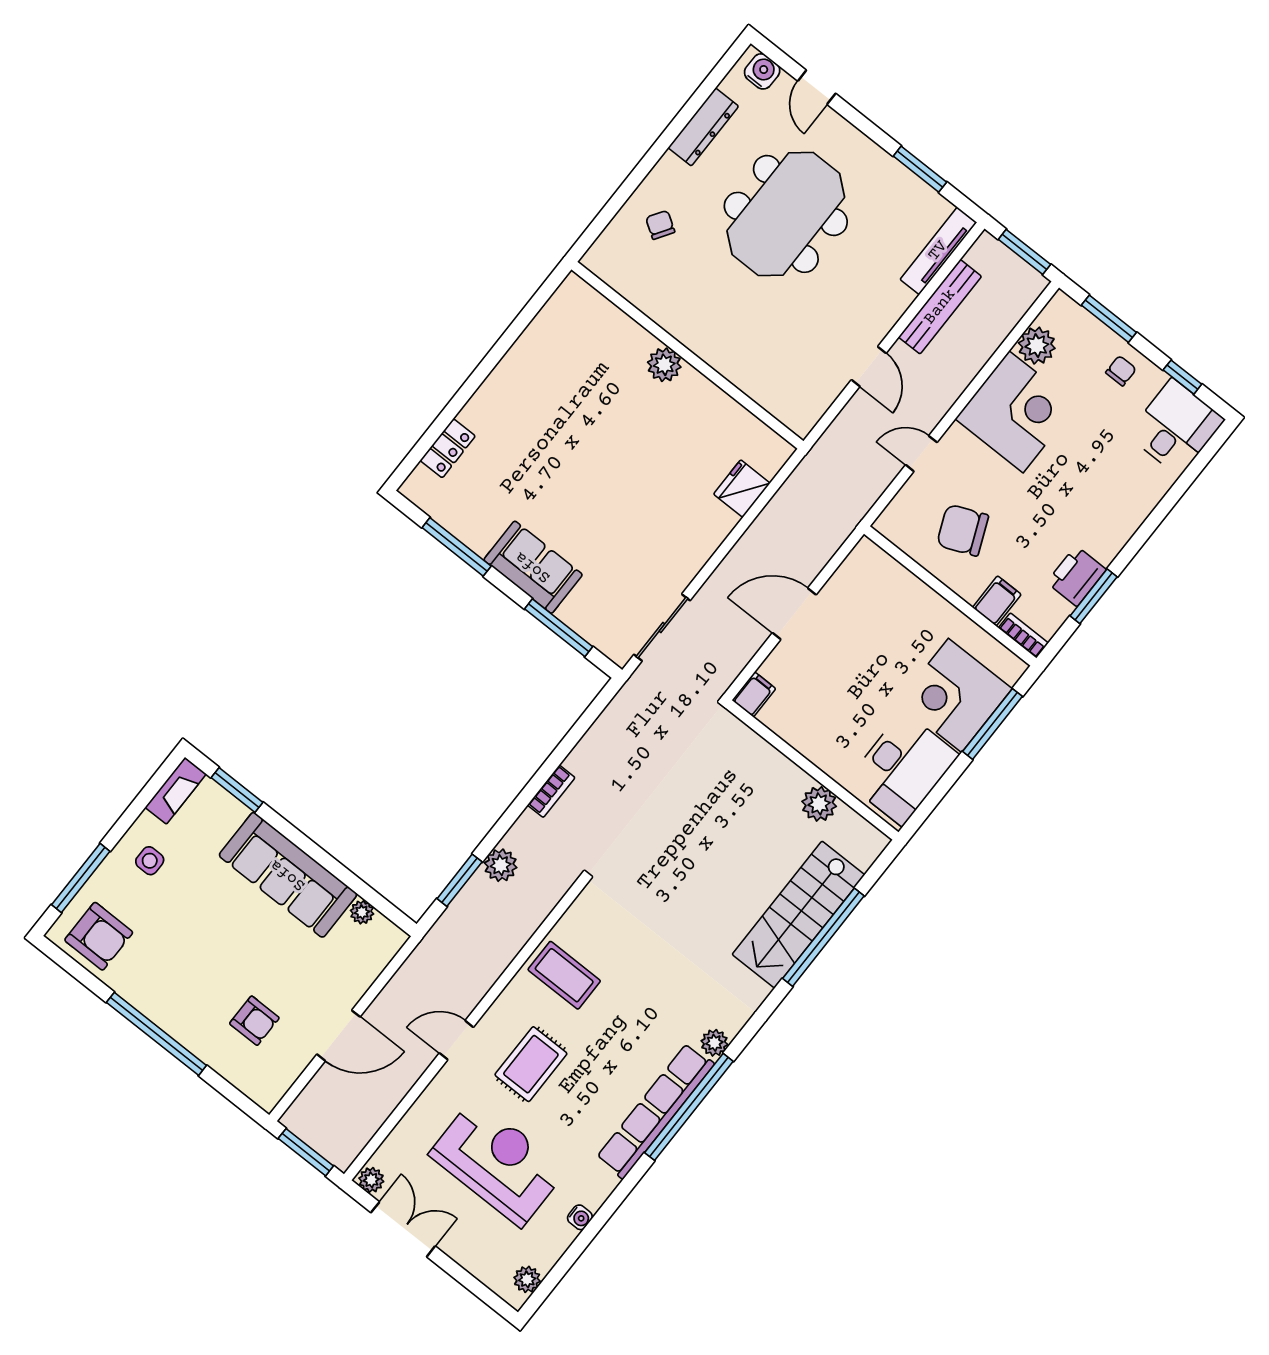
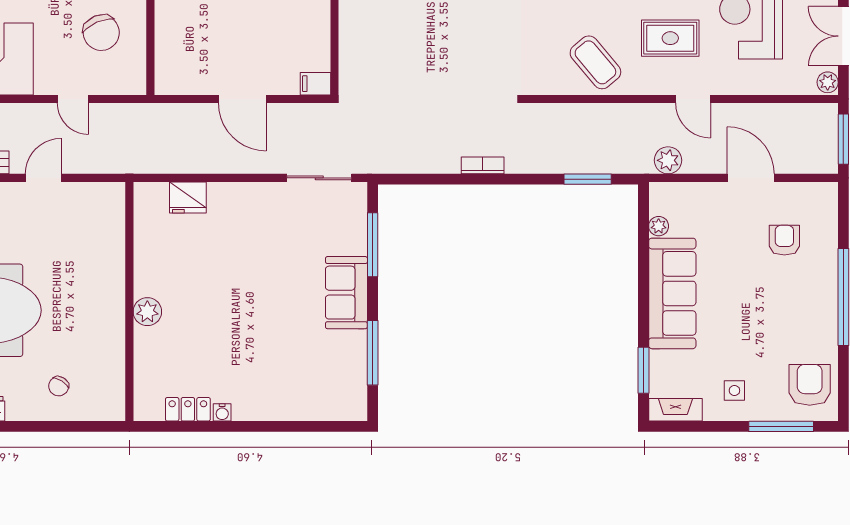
water cooler: (513, 360) -> (222, 412), added
locker: (448, 448) -> (188, 409), moved
plant: (501, 865) -> (668, 160), moved
coffee table: (564, 975) -> (595, 62), turned -40

